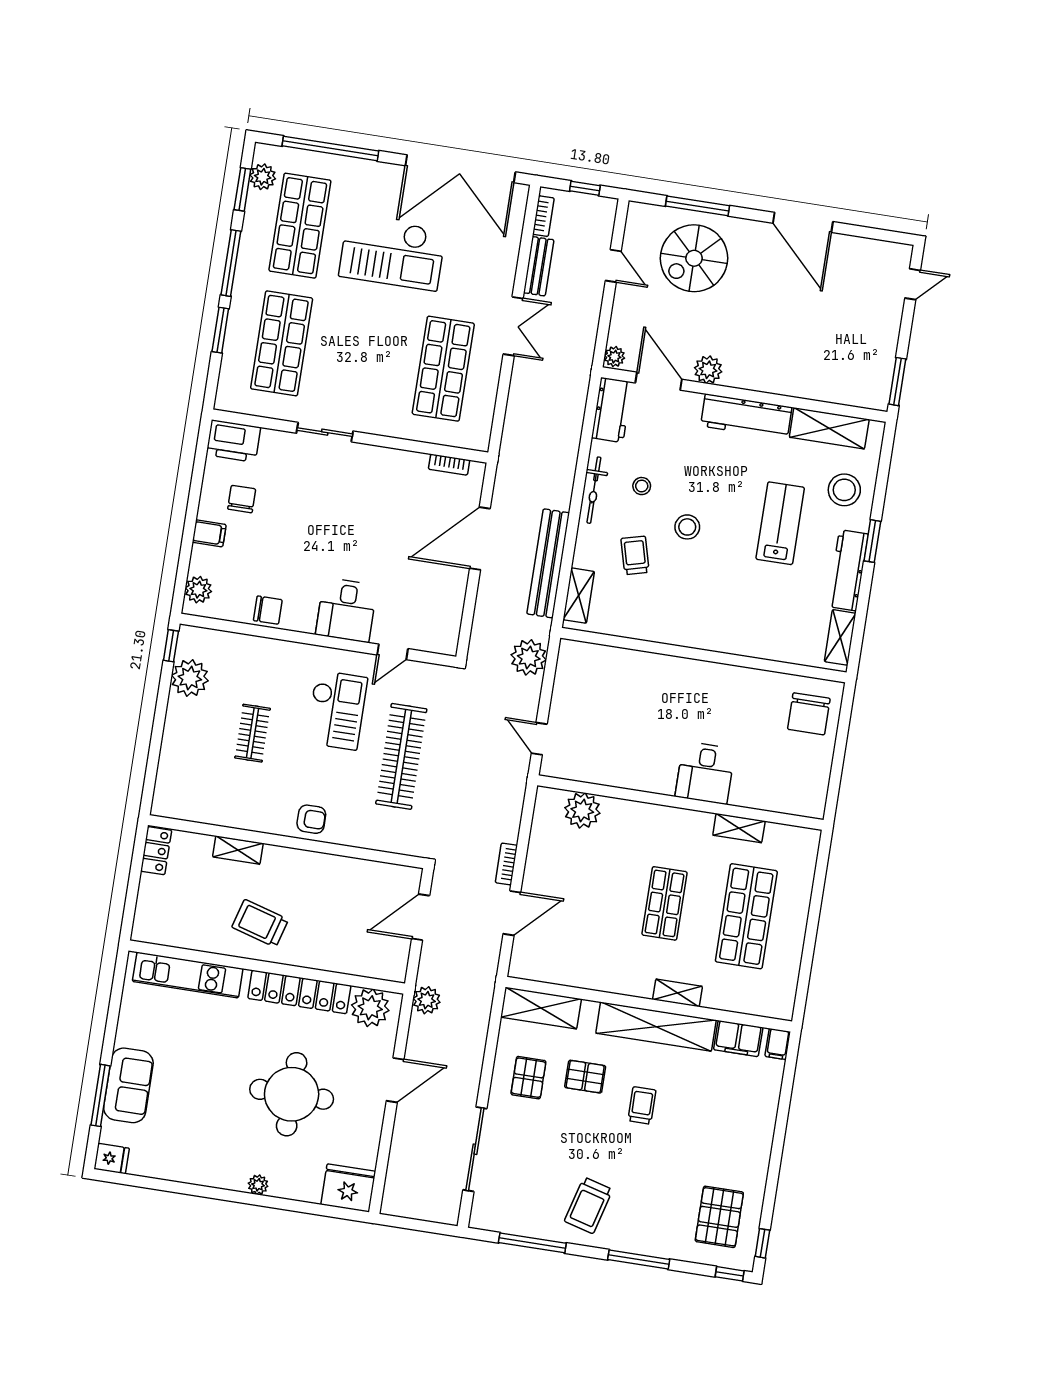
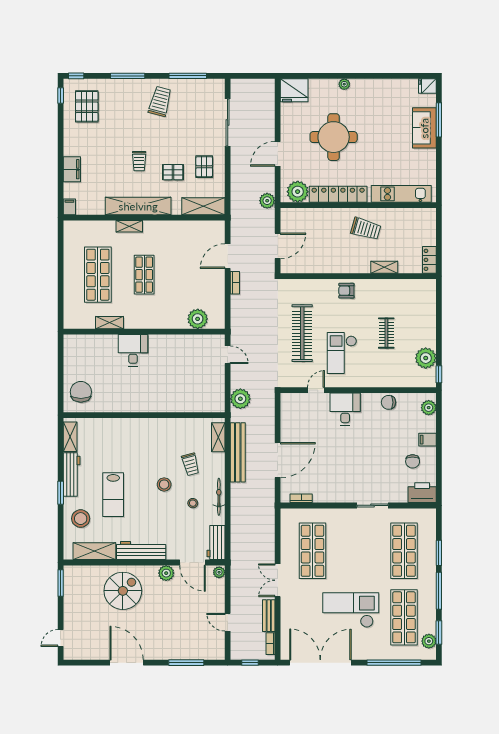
spiral stairs: (694, 258) -> (123, 591), moved
filing cabinet: (738, 1038) -> (72, 169), moved, turned 90

